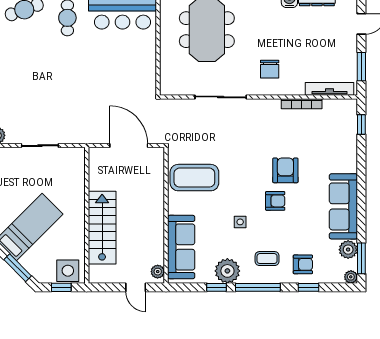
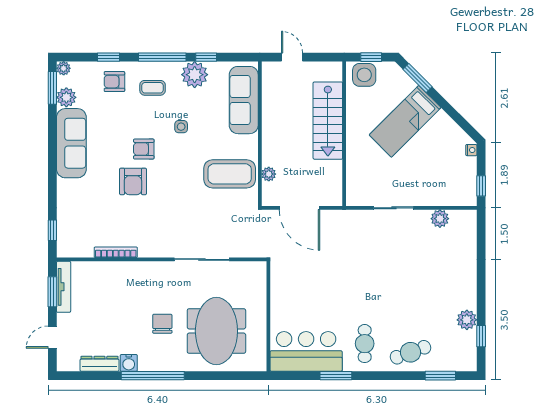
chair: (270, 69) -> (162, 324), moved
tv unit: (329, 89) -> (64, 287), moved, turned -90
plant: (158, 272) -> (269, 174), moved

